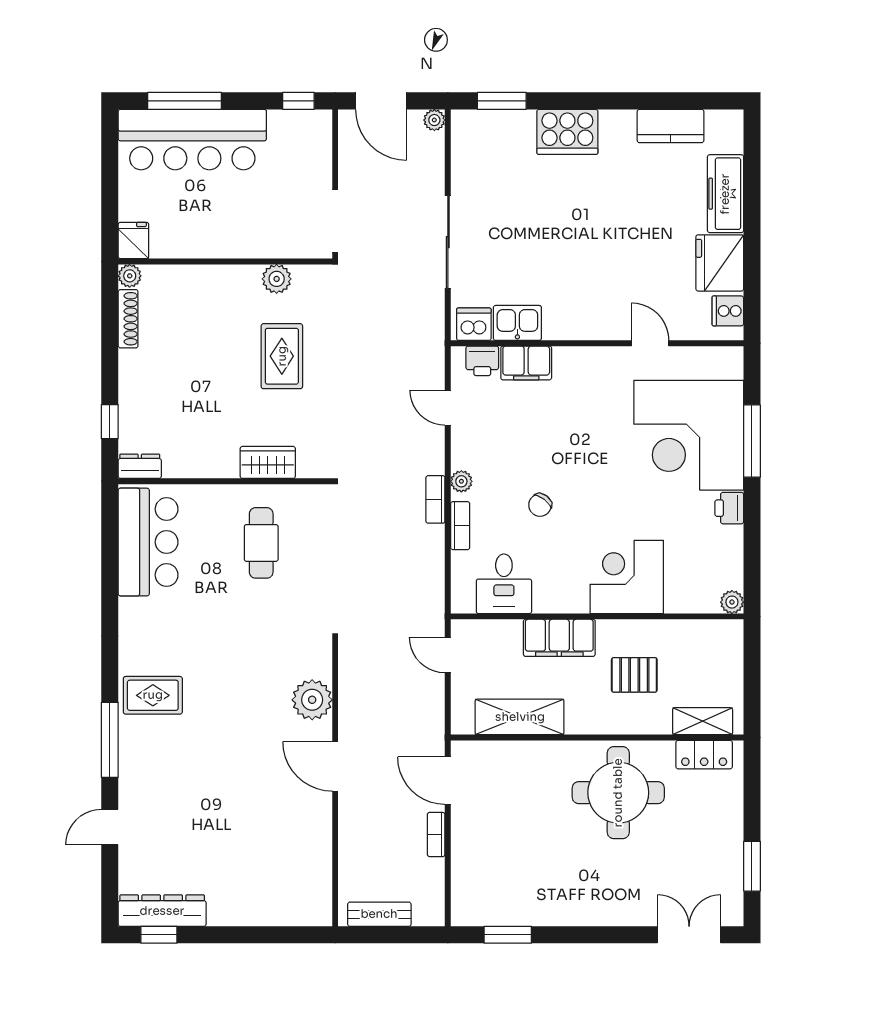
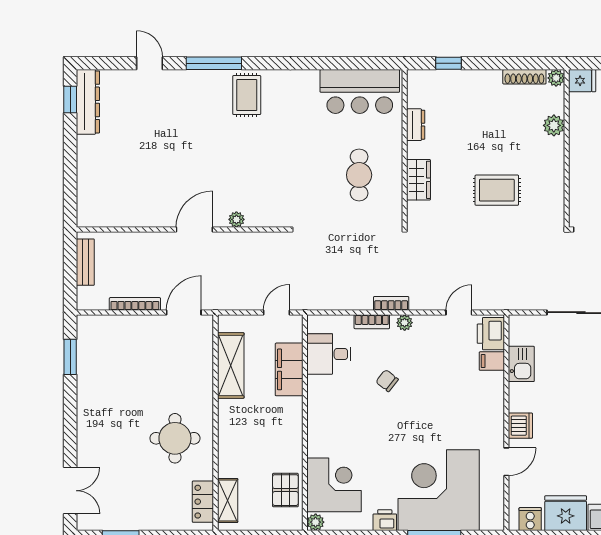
plant: (277, 279) -> (554, 125), moved
dishwasher: (474, 324) -> (520, 426), moved
printer: (482, 361) -> (491, 334), width x1.36, depth x1.24
filing cabinet: (526, 363) -> (492, 361), width x0.50
dresser: (140, 466) -> (416, 125), moved
cafe table: (261, 543) -> (359, 175), turned 90
corner desk: (627, 577) -> (334, 485), moved
filing cabinet: (559, 638) -> (289, 369), moved
pallet: (634, 675) -> (285, 490), moved
plant: (312, 700) -> (236, 219), width x0.53, depth x0.53
round table: (618, 793) -> (175, 438), width x0.73, depth x0.73
bookcase: (436, 834) -> (135, 304), width x1.56

